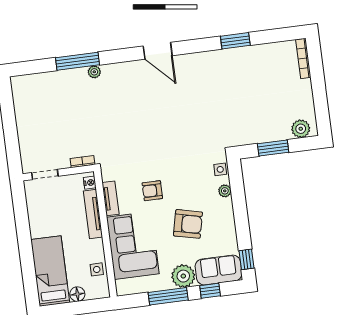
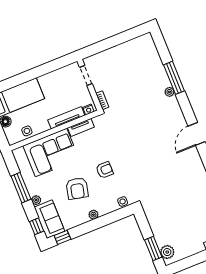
window: (273, 148) -> (153, 249), moved
armchair: (152, 191) -> (105, 170), moved, turned 90
plant: (225, 191) -> (93, 215), moved
plant: (183, 276) -> (36, 200), width x0.53, depth x0.53
window: (210, 291) -> (37, 226), moved

